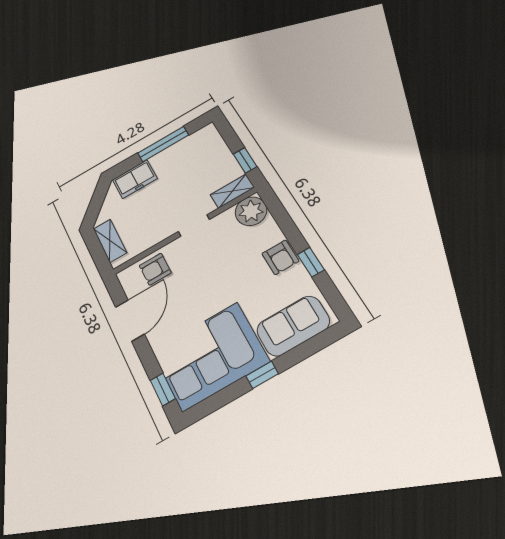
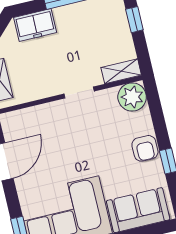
window: (245, 160) -> (134, 20), moved
armchair: (155, 269) -> (35, 122), removed

